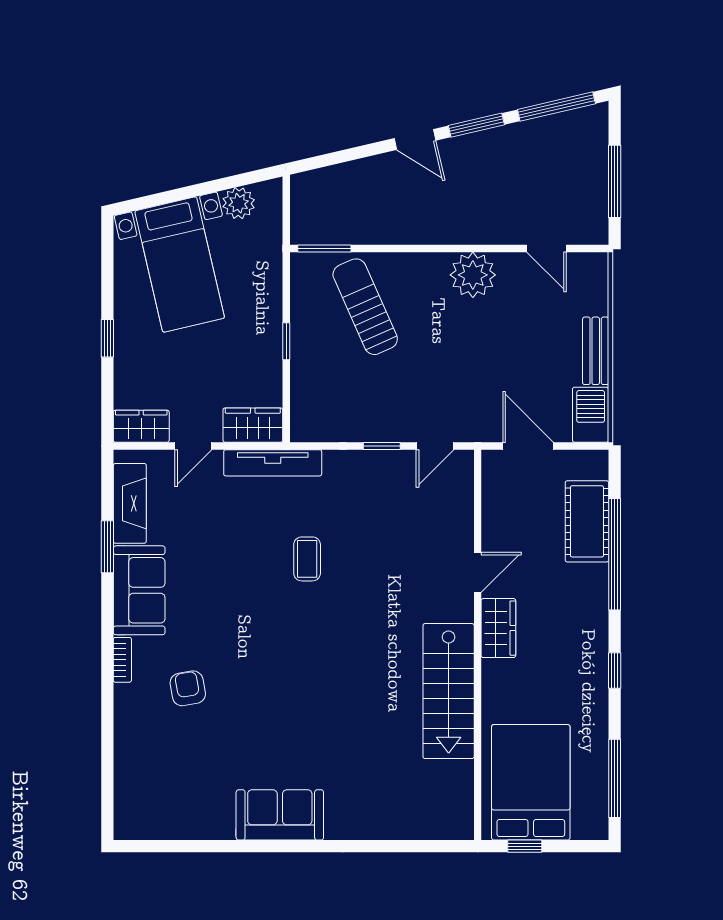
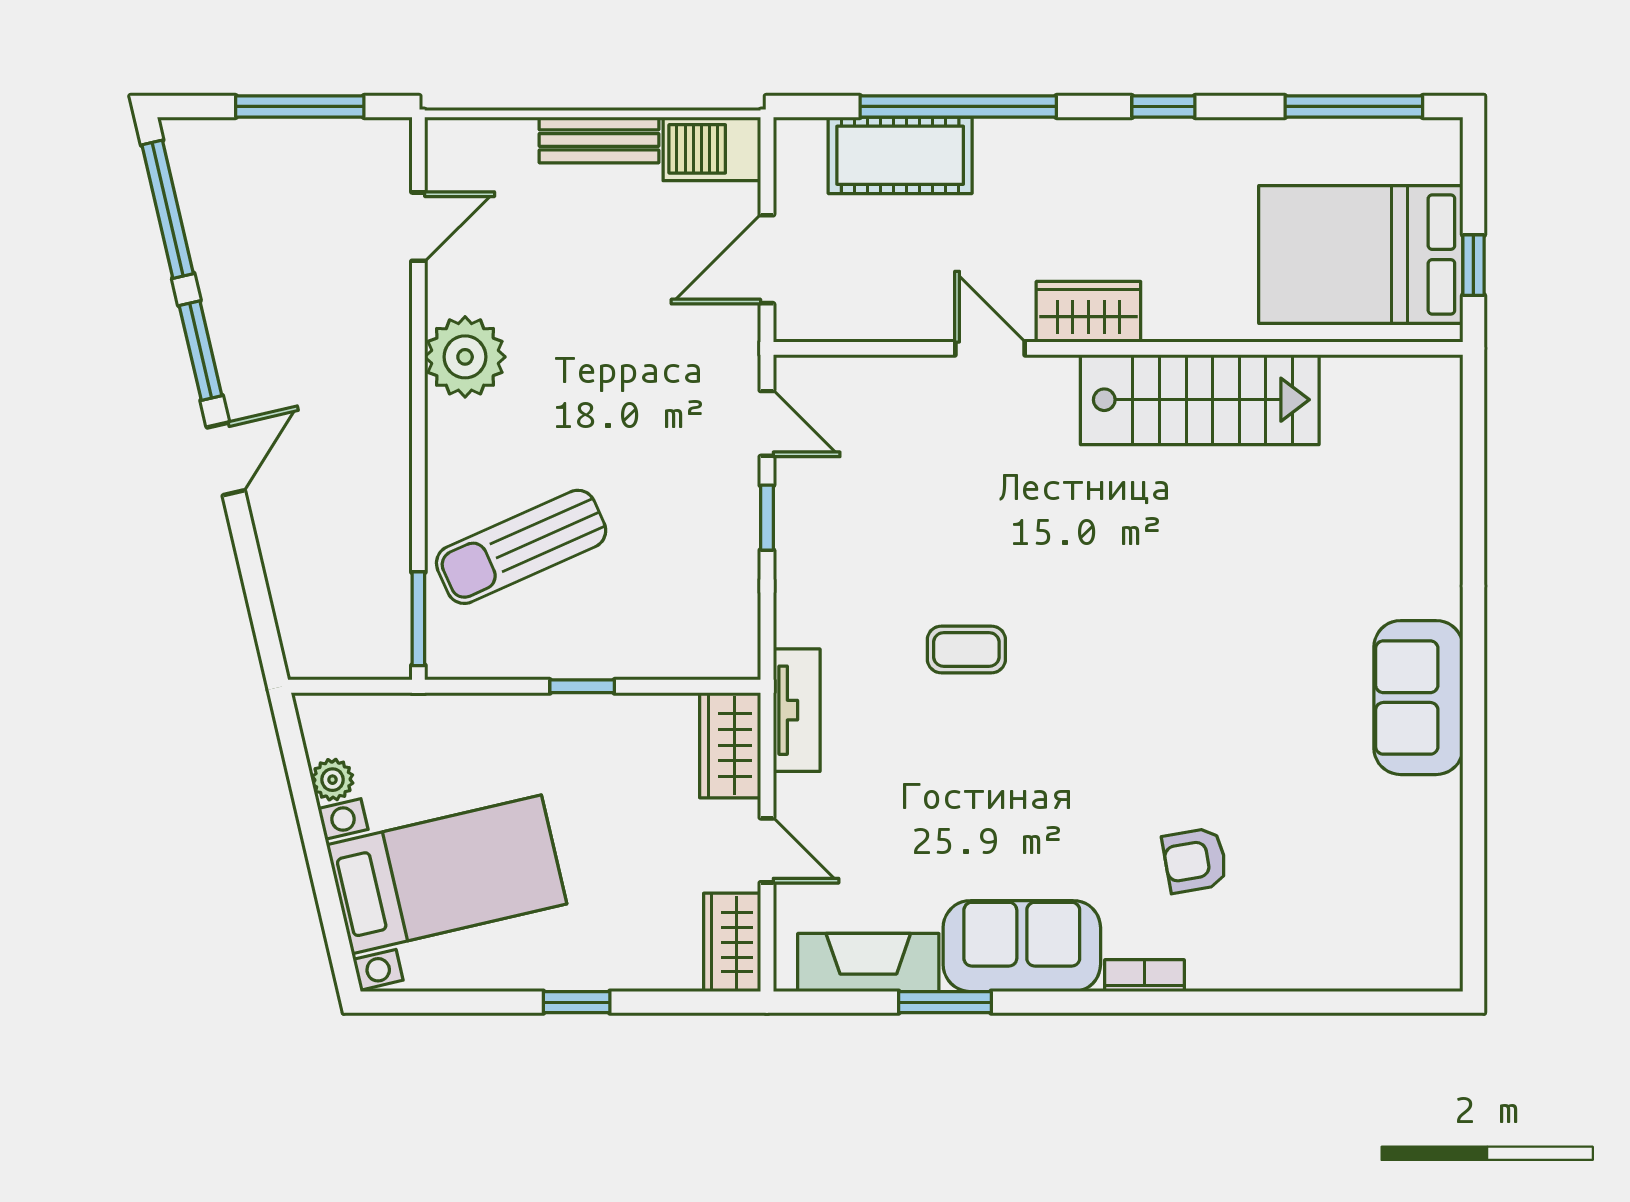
plant: (239, 203) -> (332, 780), width x0.73, depth x0.73
tv unit: (273, 463) -> (797, 710), width x0.71

